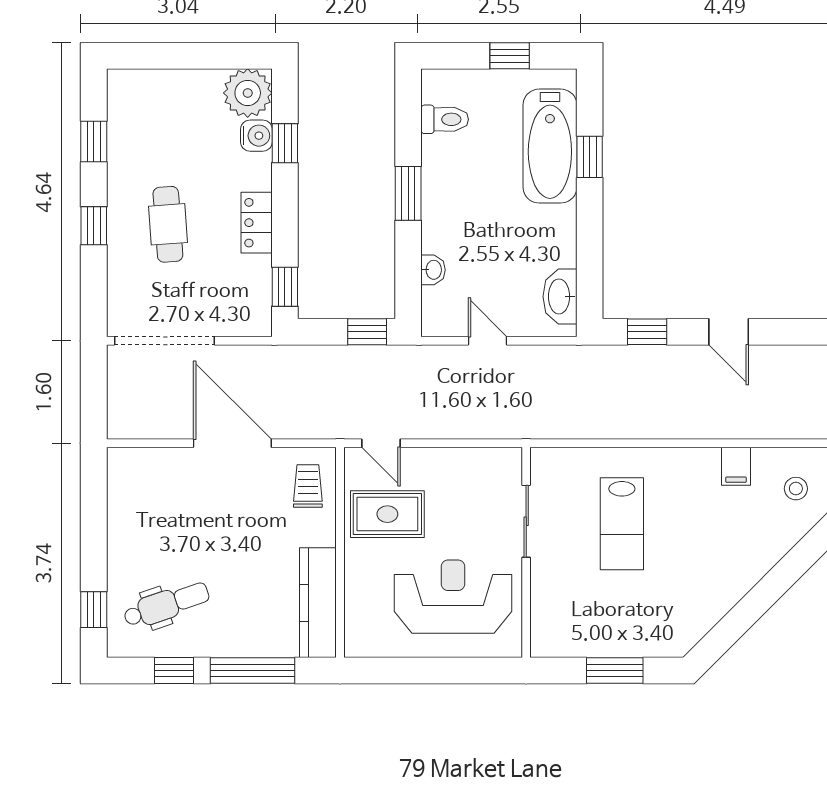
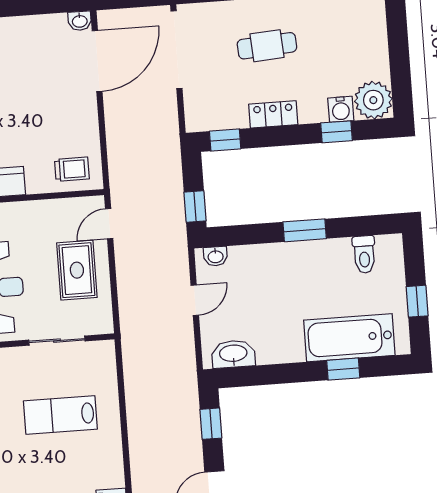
washbasin: (433, 270) -> (216, 256), moved
door: (232, 443) -> (97, 61), moved
washbasin: (118, 462) -> (80, 21), added
rug: (387, 514) -> (77, 270), moved

